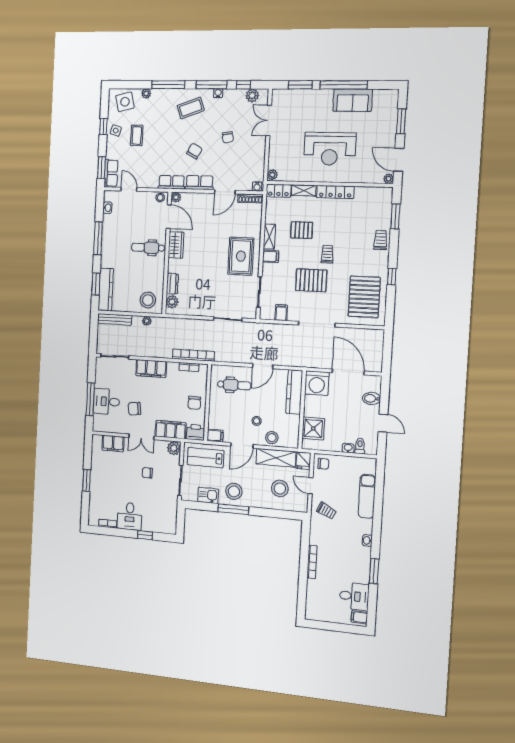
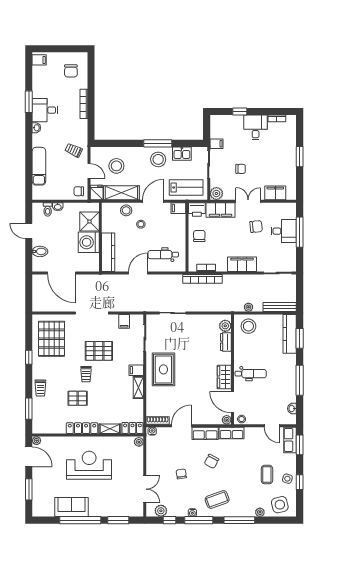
pallet: (302, 230) -> (78, 398), moved
washing machine: (317, 383) -> (89, 242), moved, turned -90
filing cabinet: (171, 503) -> (216, 144), added
desk: (354, 596) -> (45, 110), moved
chair: (324, 601) -> (71, 71), added

